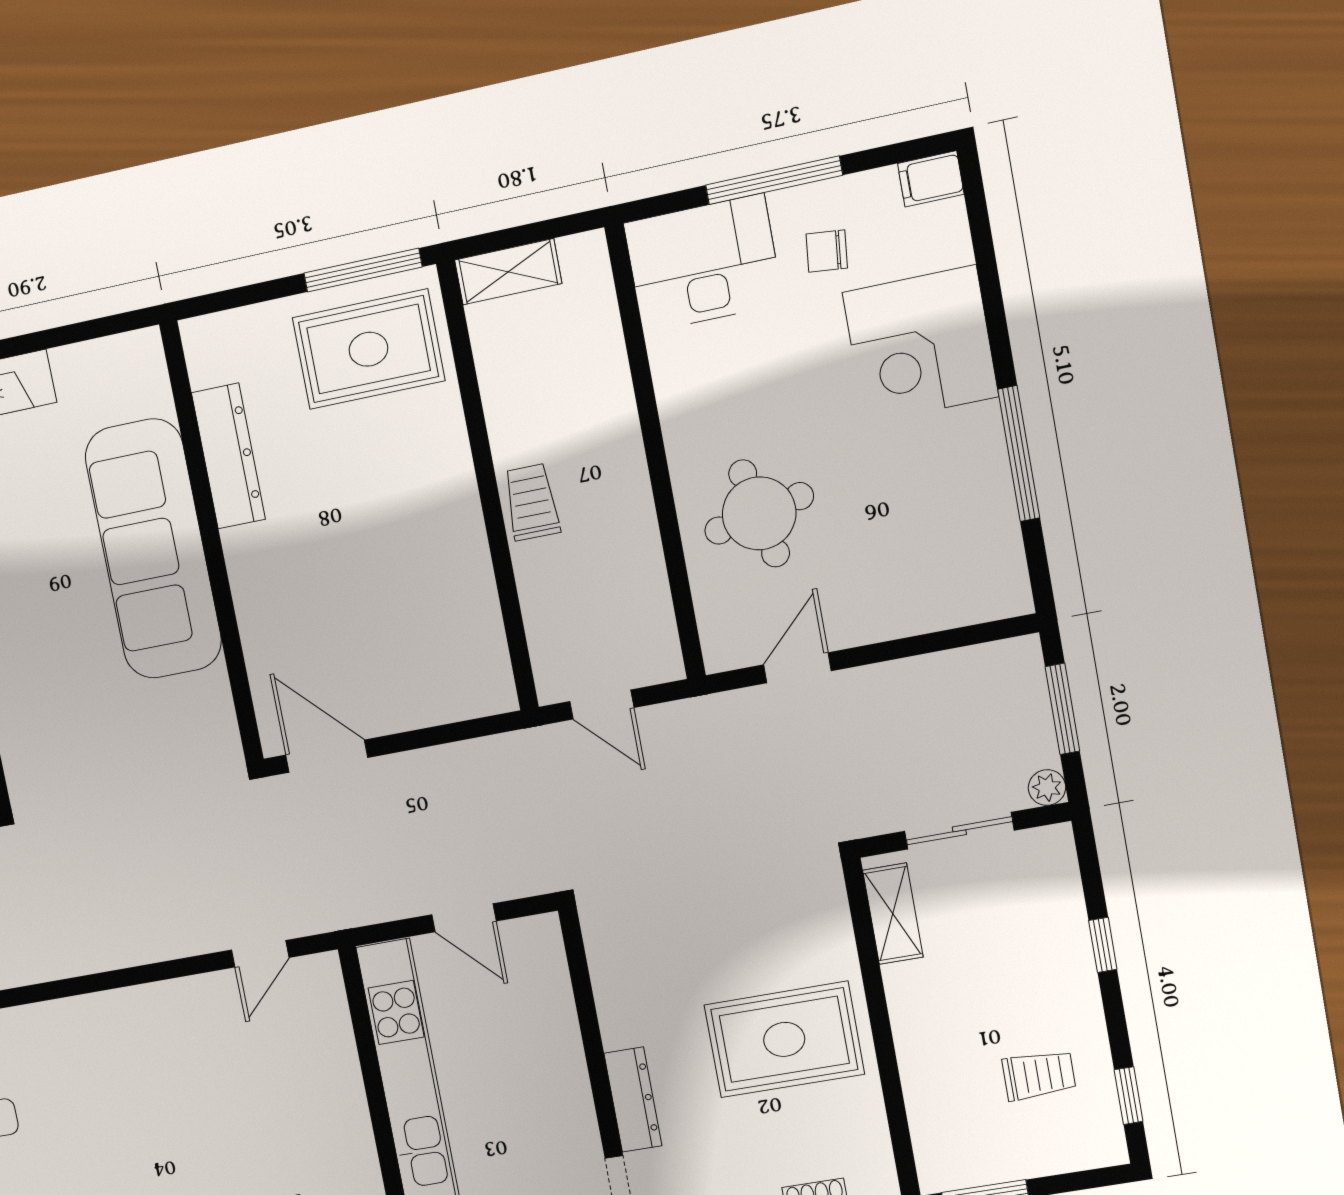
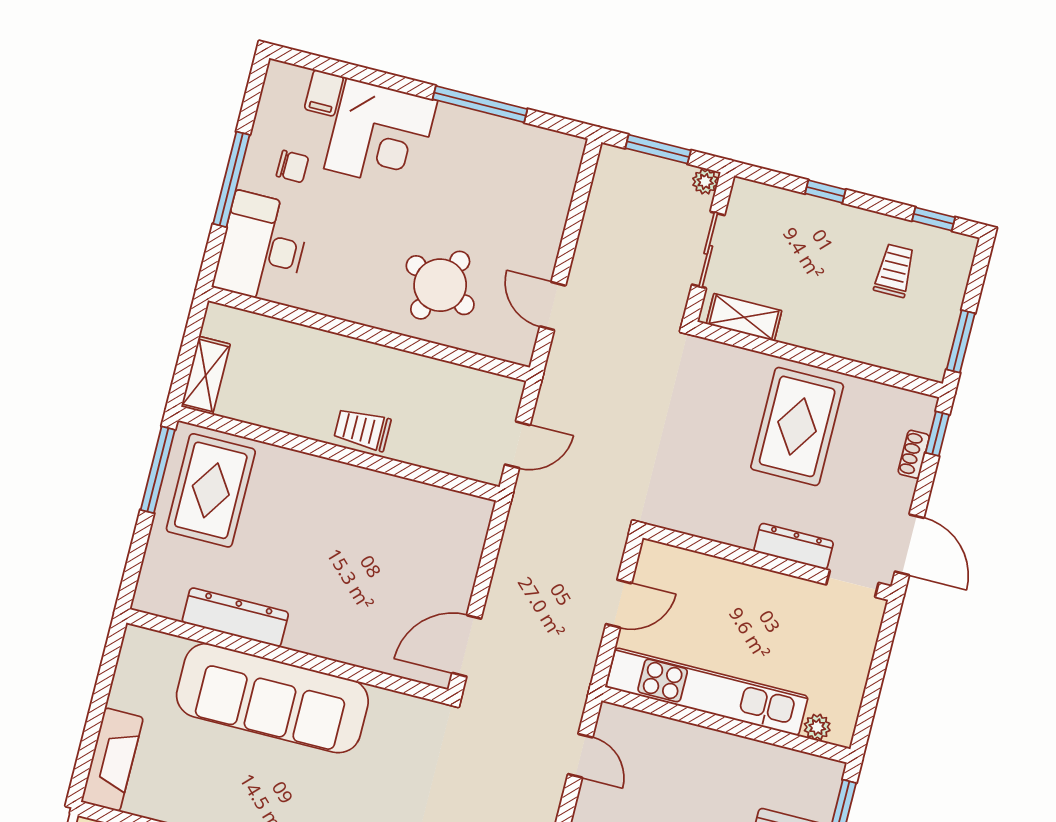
filing cabinet: (931, 179) -> (324, 93), moved
chair: (827, 251) -> (292, 167), turned -95
round table: (759, 513) -> (440, 285), turned 37

